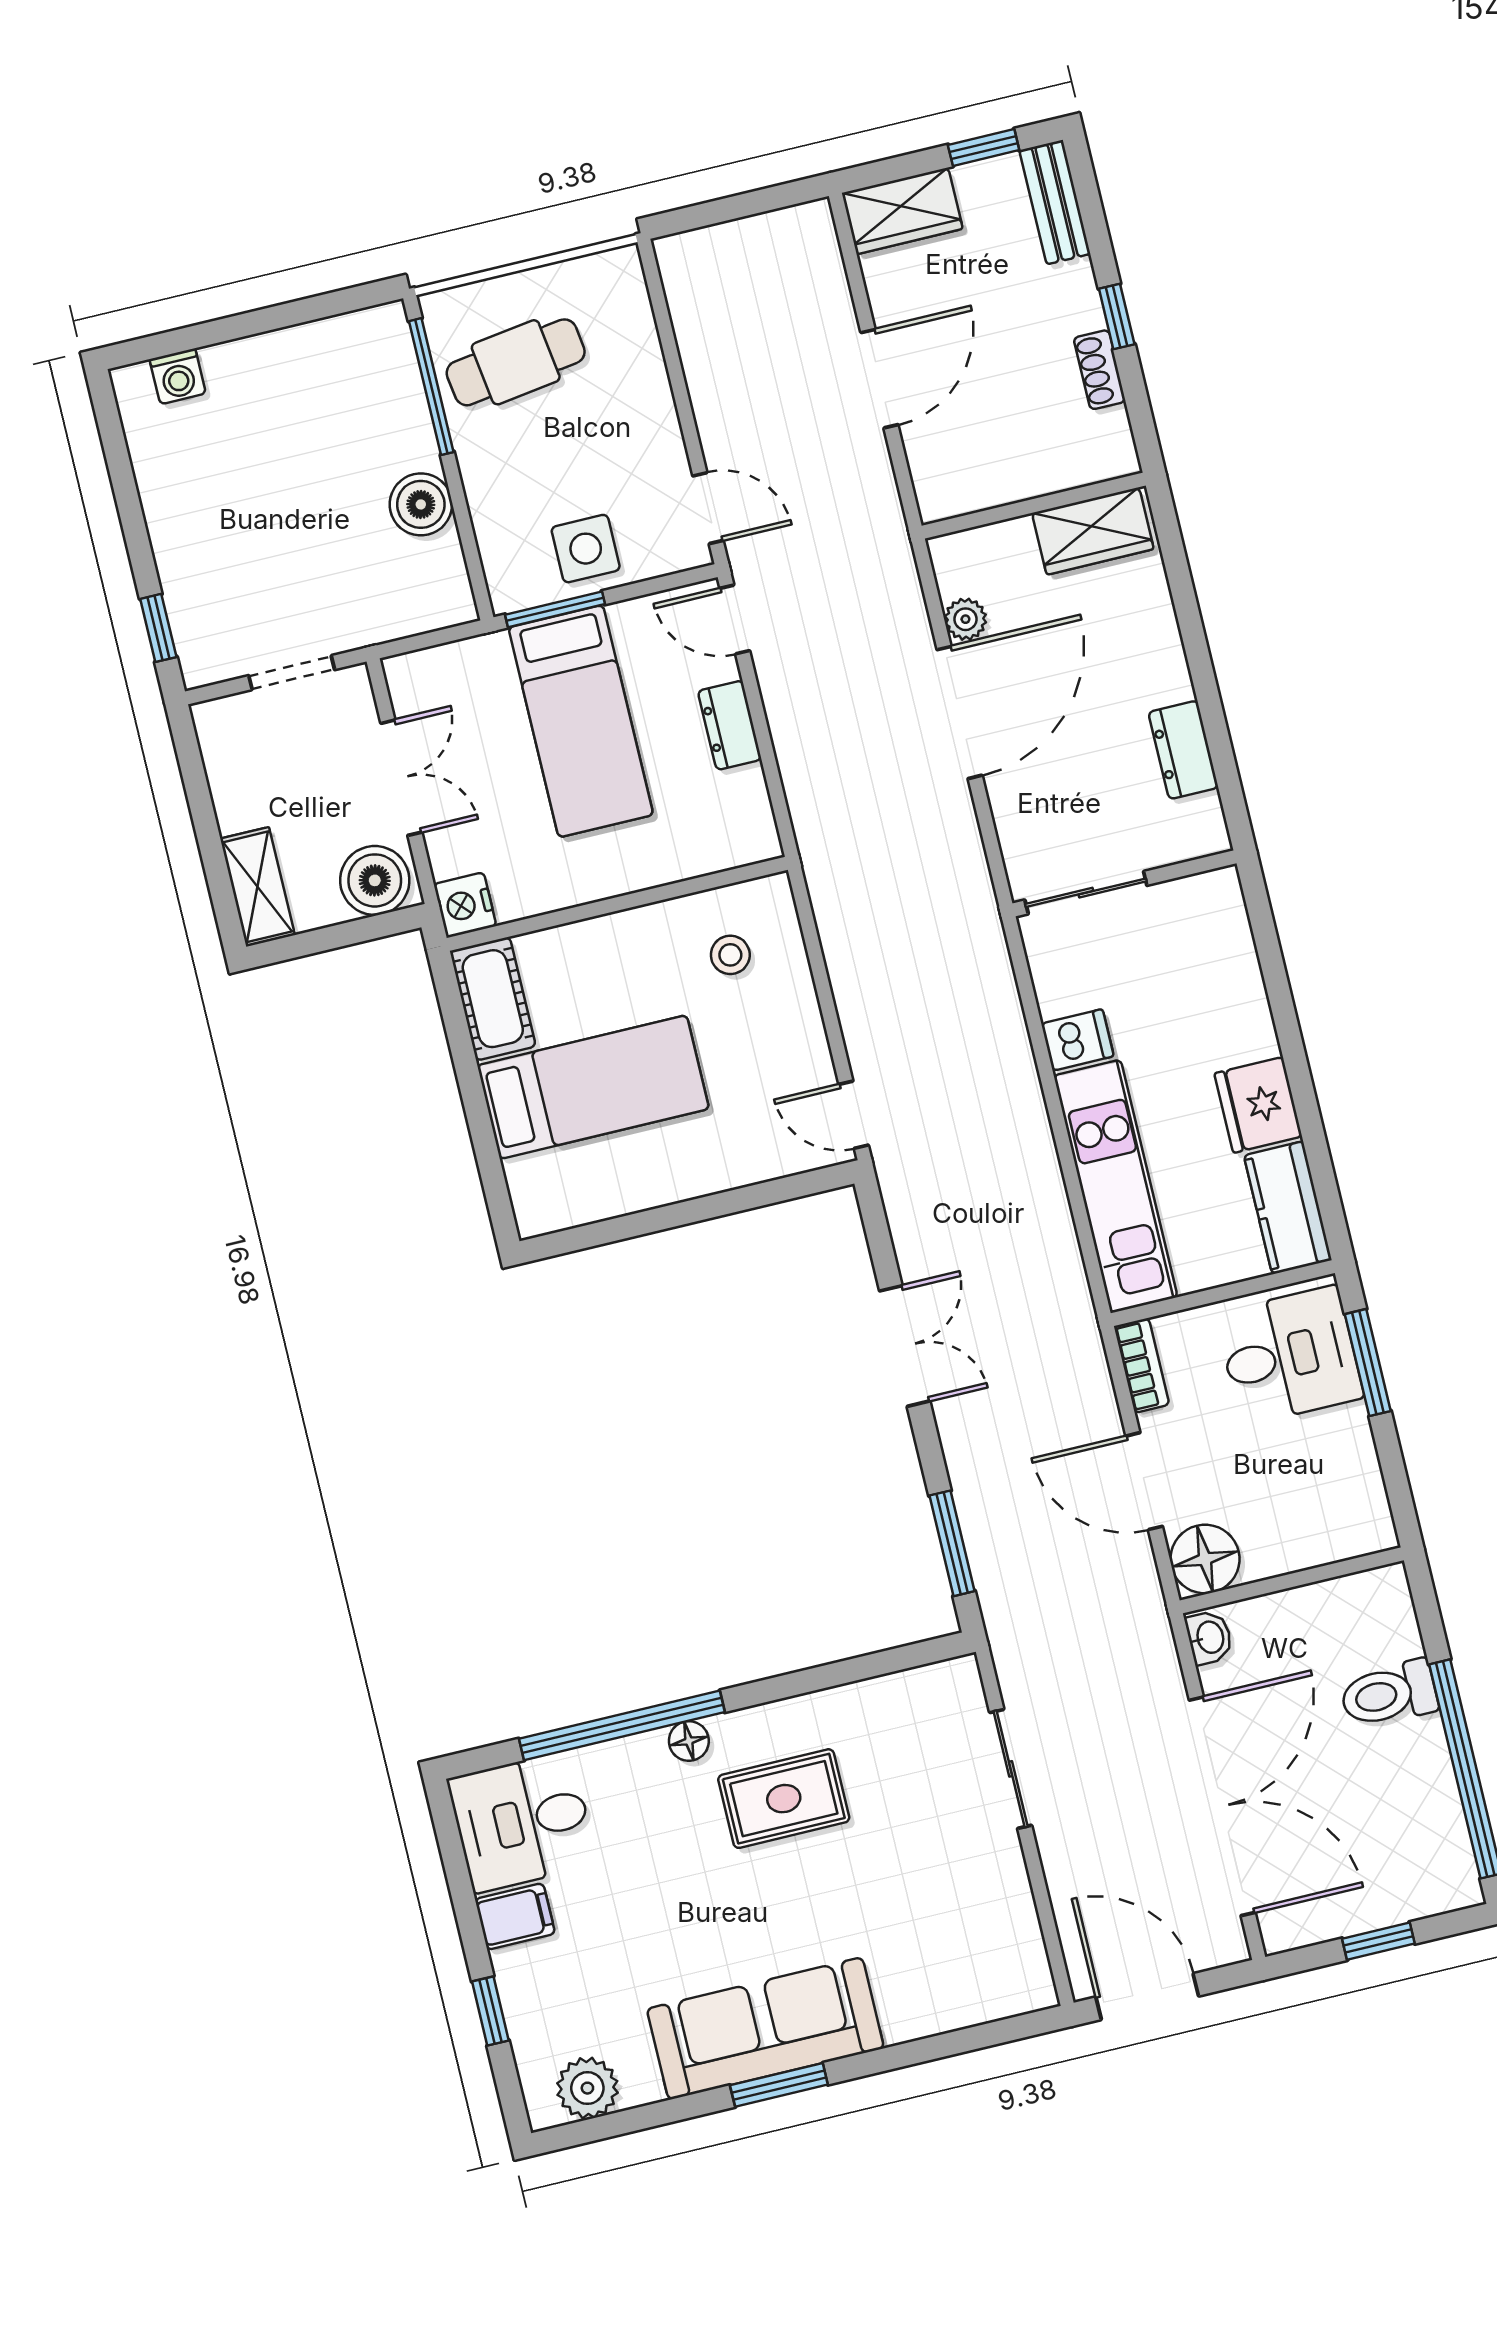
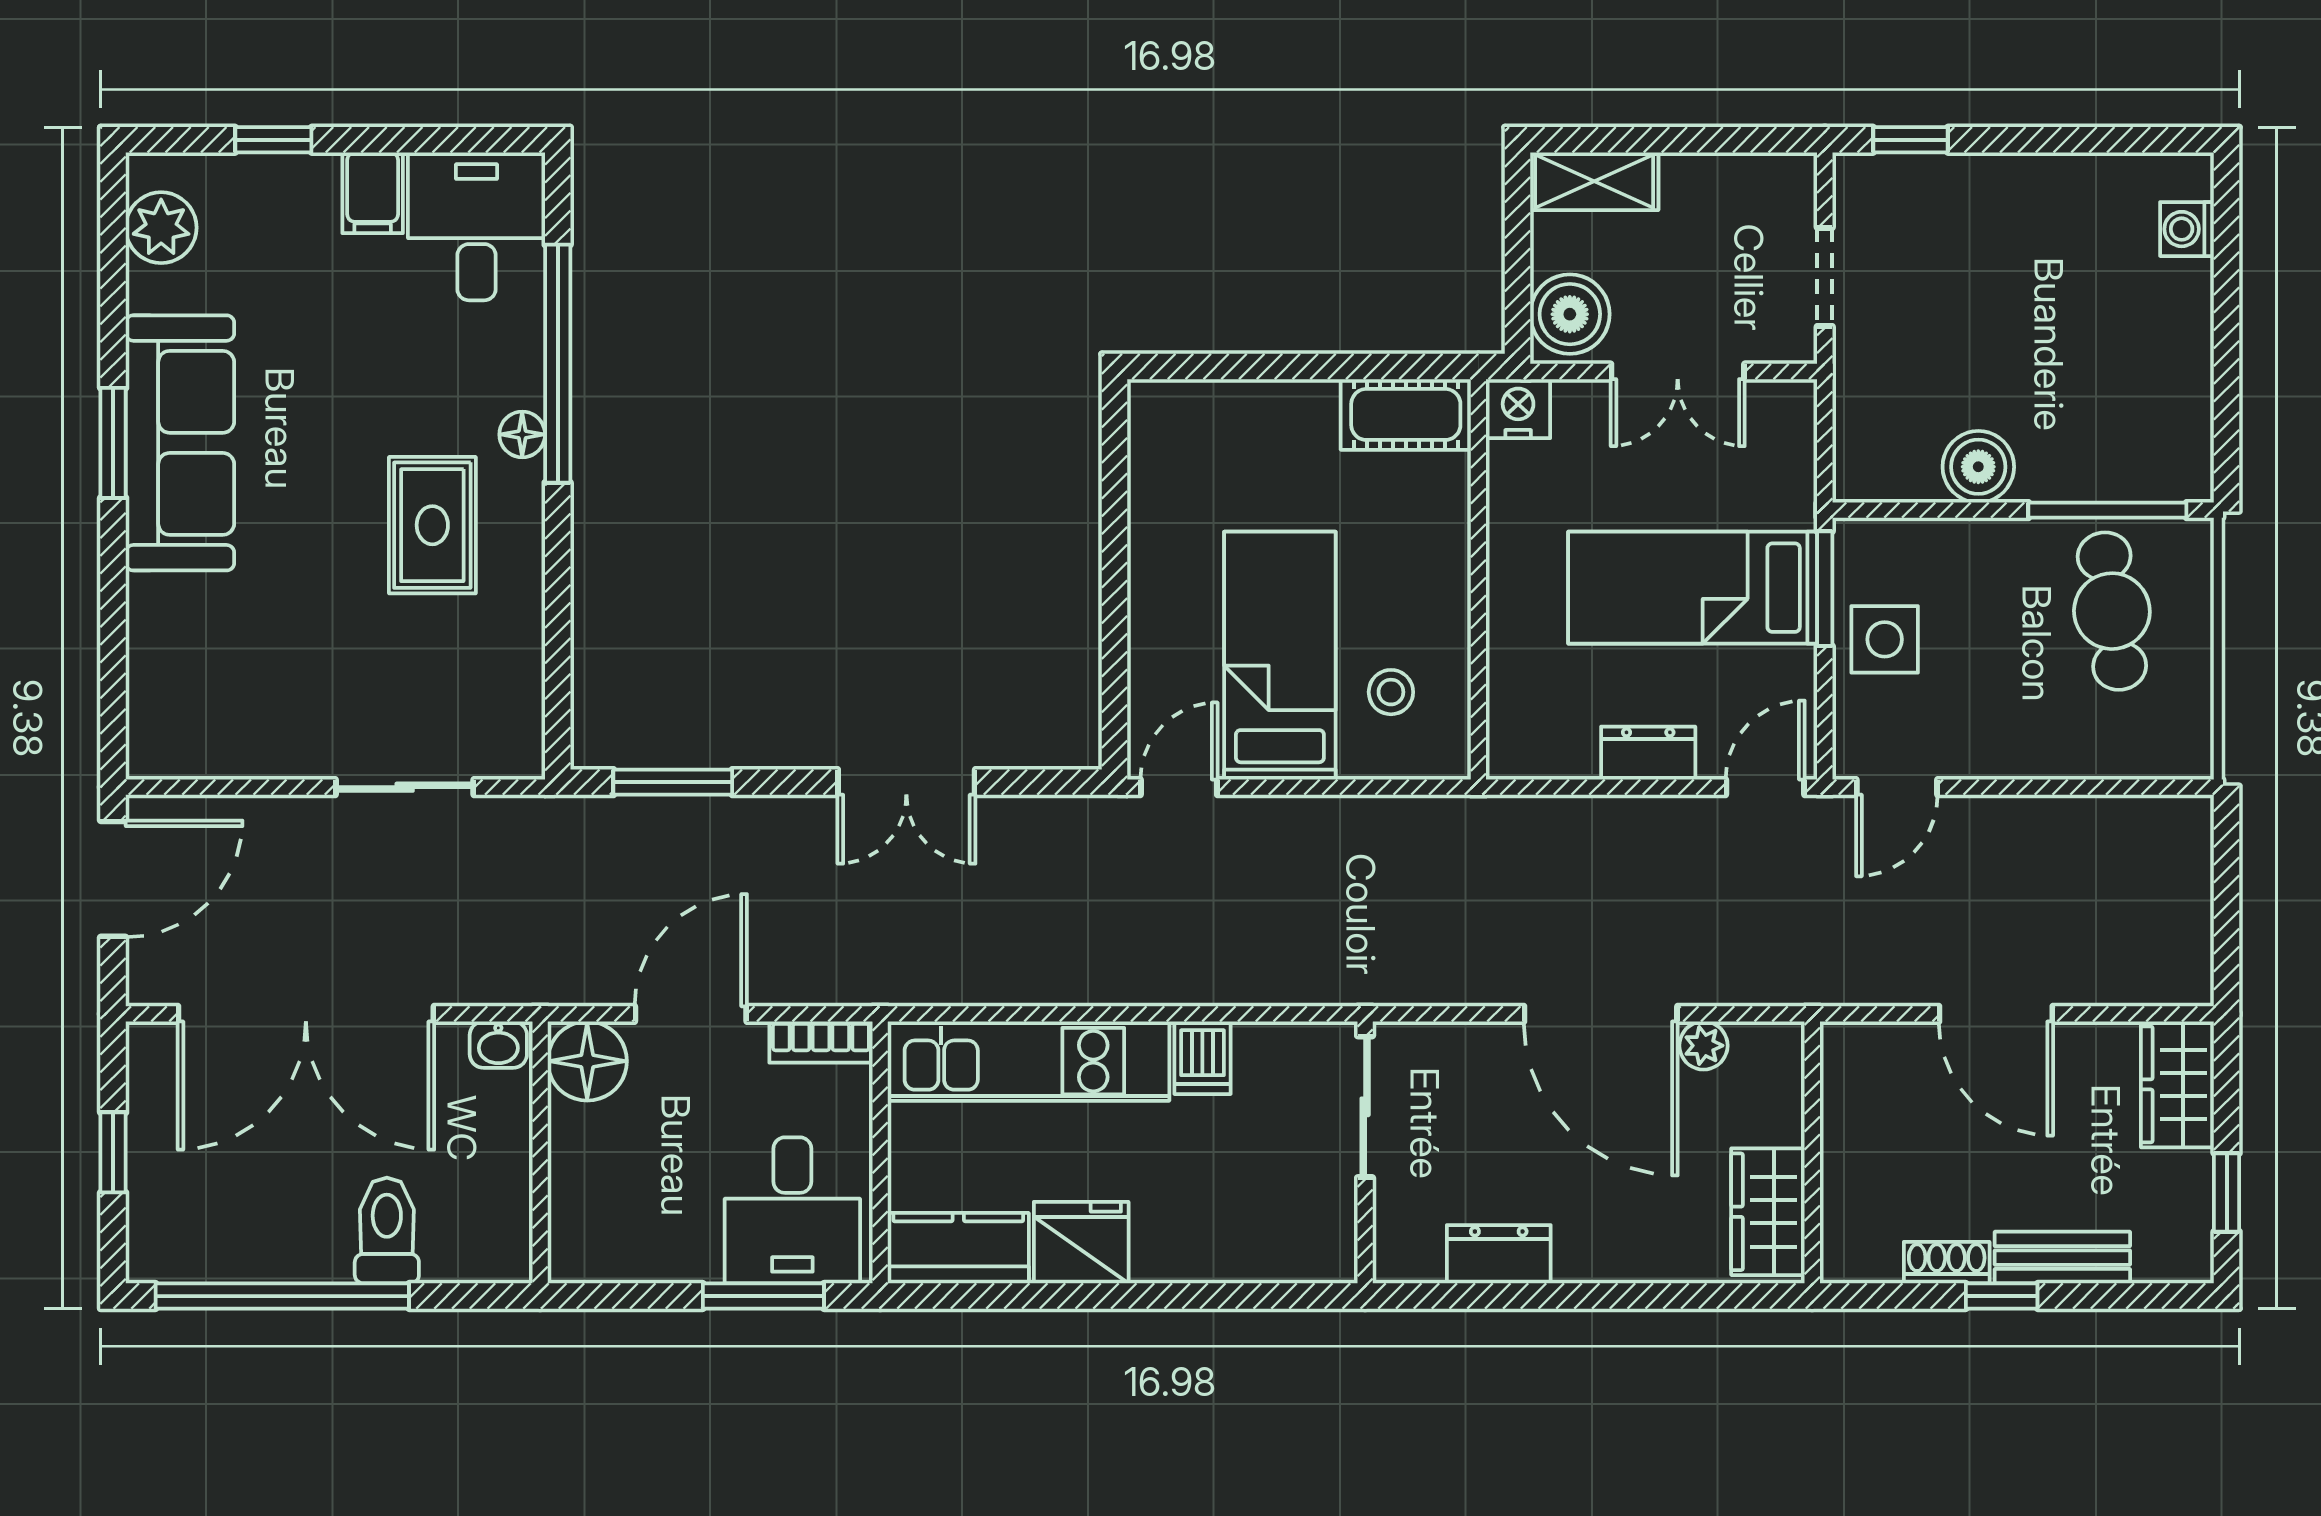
bench: (1055, 202) -> (2062, 1258), moved
bed: (593, 1087) -> (1280, 656), moved, turned 180

